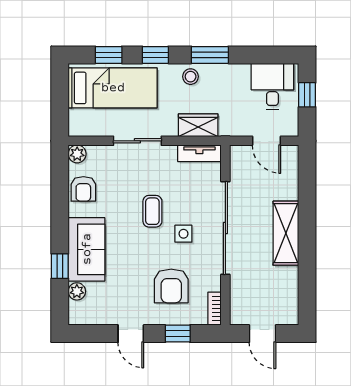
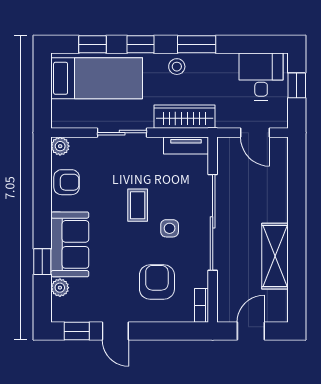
wardrobe: (198, 125) -> (185, 117), width x1.50
armchair: (83, 189) -> (67, 182), turned -90
shelving: (286, 233) -> (275, 256), moved
armchair: (171, 286) -> (157, 282), turned 180
window: (178, 334) -> (77, 331), moved
door: (262, 334) -> (251, 331), swing flipped

